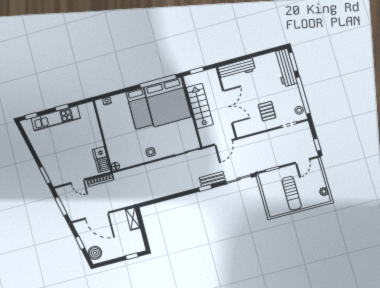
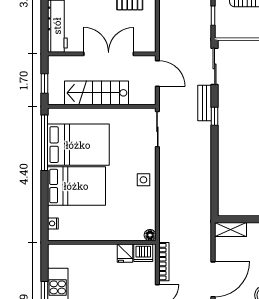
bed: (167, 102) -> (78, 145), width x0.73
bed: (139, 108) -> (76, 186), width x1.50

